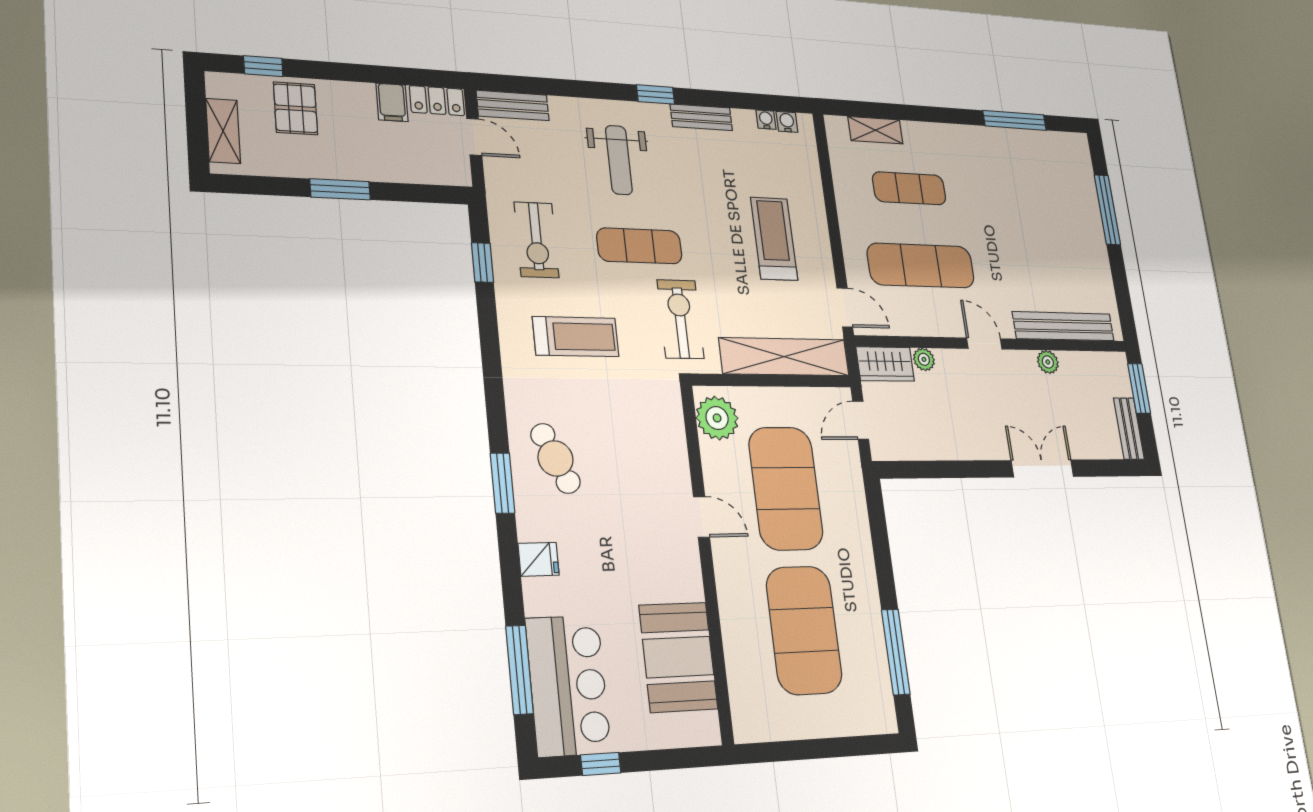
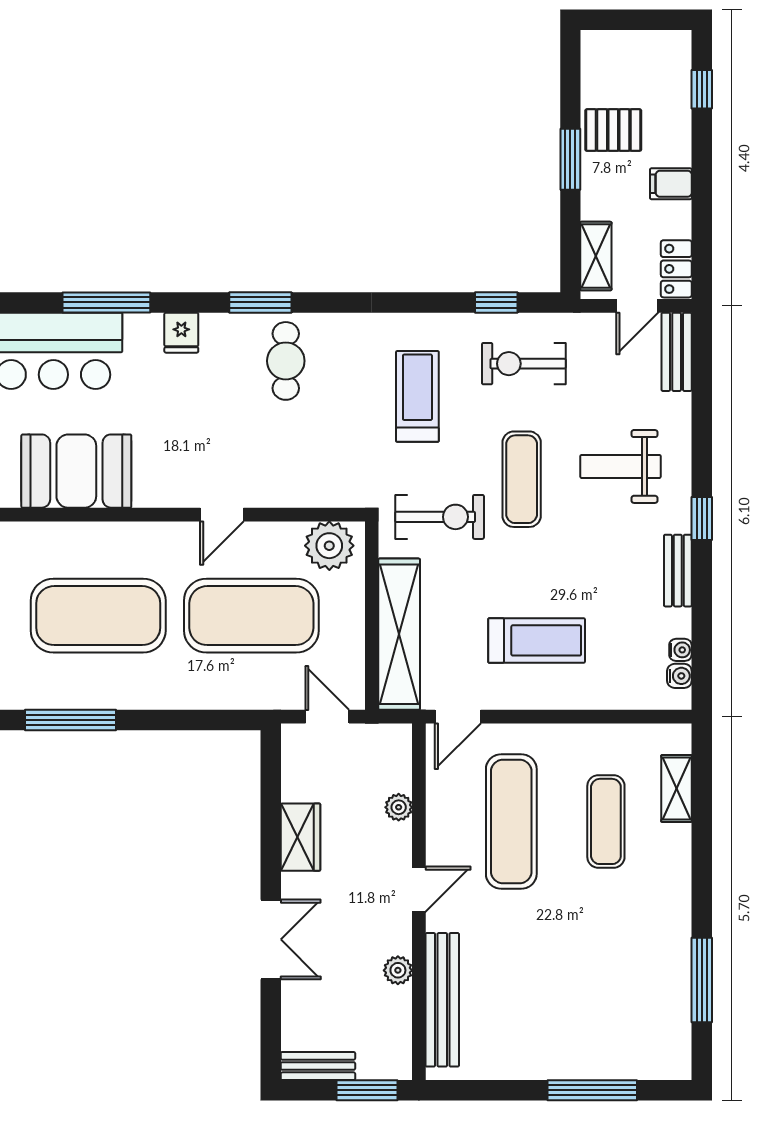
filing cabinet: (392, 102) -> (671, 184), moved
pallet: (296, 108) -> (613, 130), moved
shelving: (223, 131) -> (596, 256), moved, turned 90
treadmill: (576, 337) -> (417, 396), turned 180
wardrobe: (885, 364) -> (300, 837), moved, turned 180
cafe table: (555, 458) -> (286, 361), turned -66
window: (520, 670) -> (106, 302), moved

